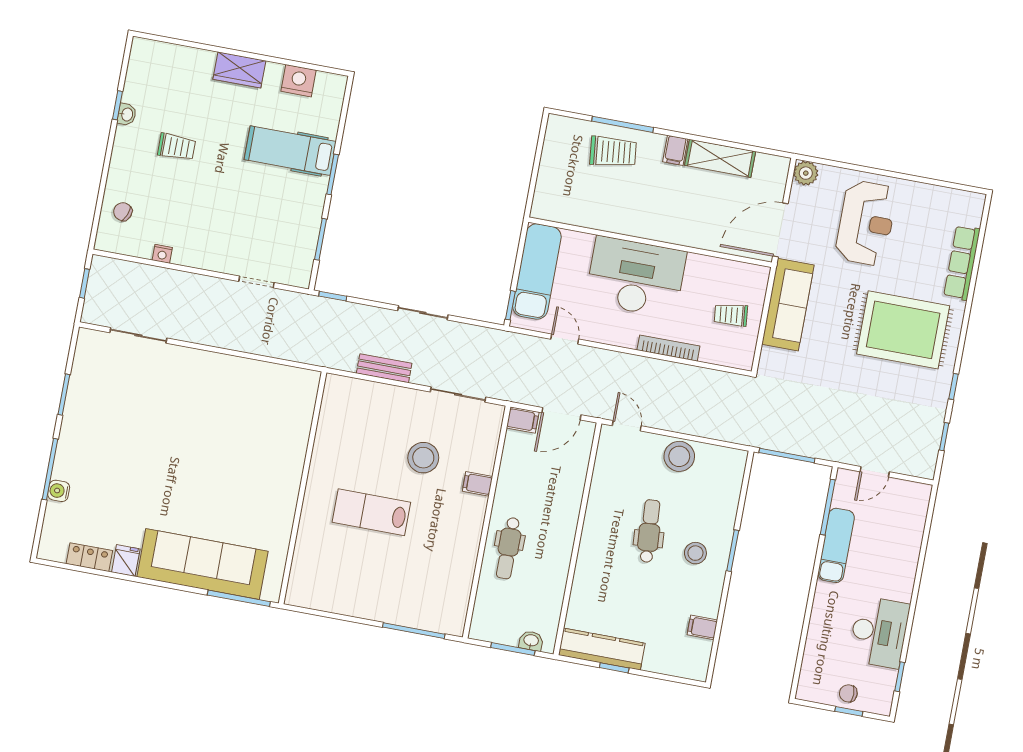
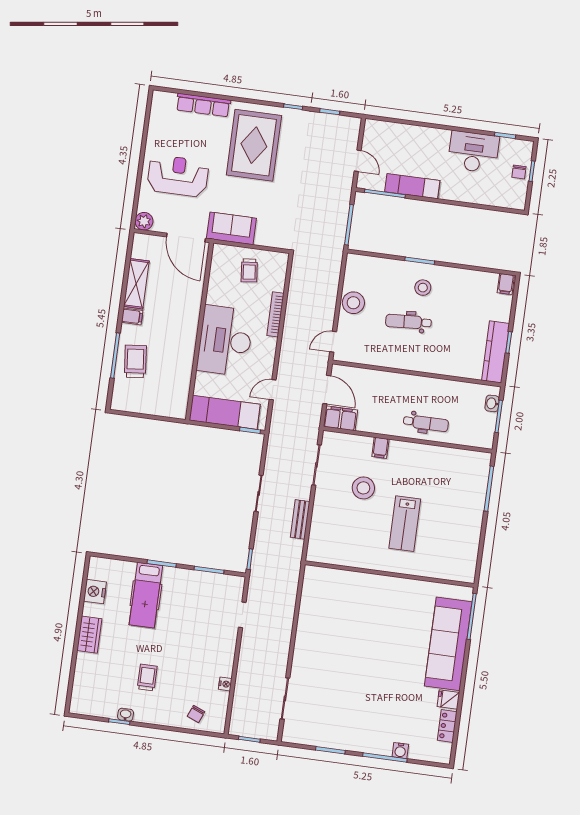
sofa: (788, 305) -> (231, 228), width x0.73
filing cabinet: (523, 420) -> (340, 418), width x2.00
filing cabinet: (702, 627) -> (506, 284), moved

